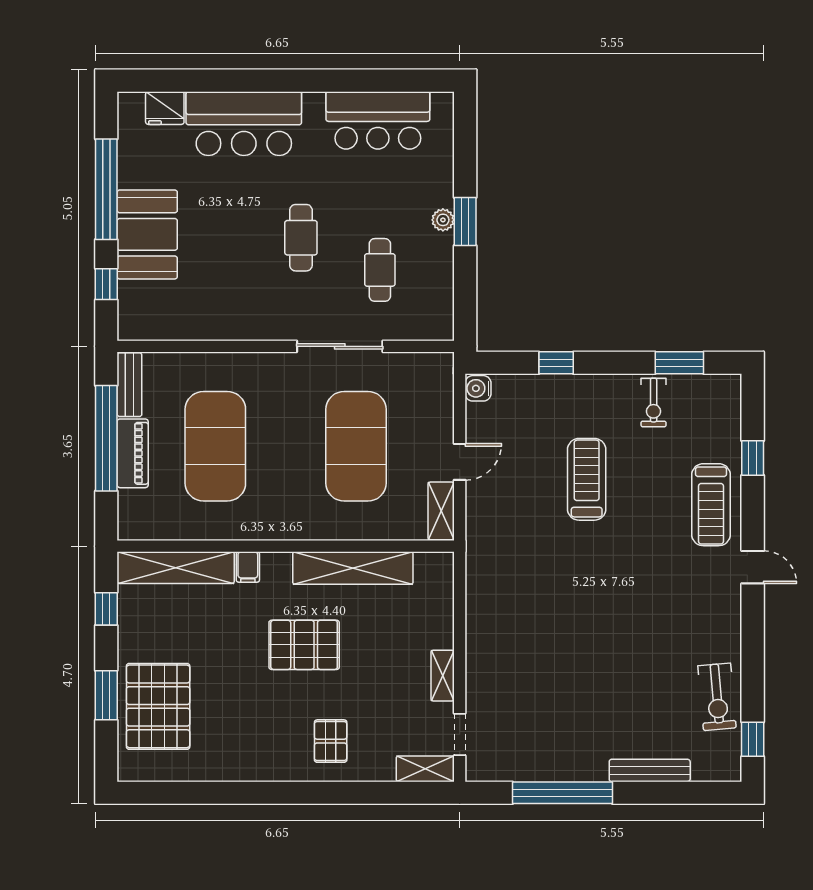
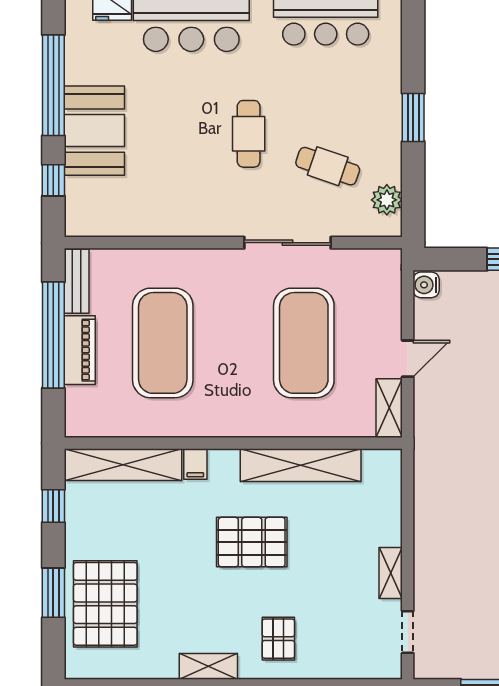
plant: (443, 220) -> (387, 200), moved, width x1.38, depth x1.38
cafe table: (380, 270) -> (328, 166), turned -71
shelving: (425, 769) -> (208, 666), moved

